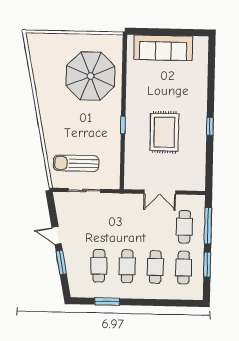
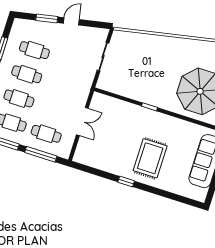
rug: (164, 132) -> (150, 158), moved, turned 90
sun lounger: (76, 163) -> (129, 57), removed
double door: (160, 192) -> (82, 121), swing flipped

